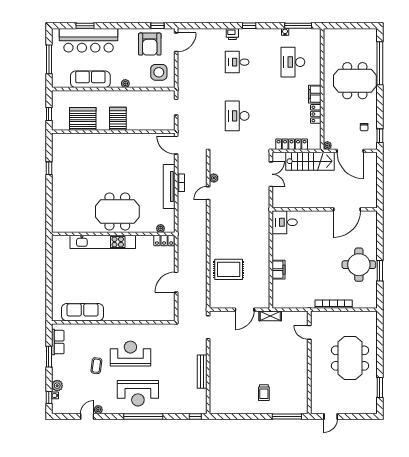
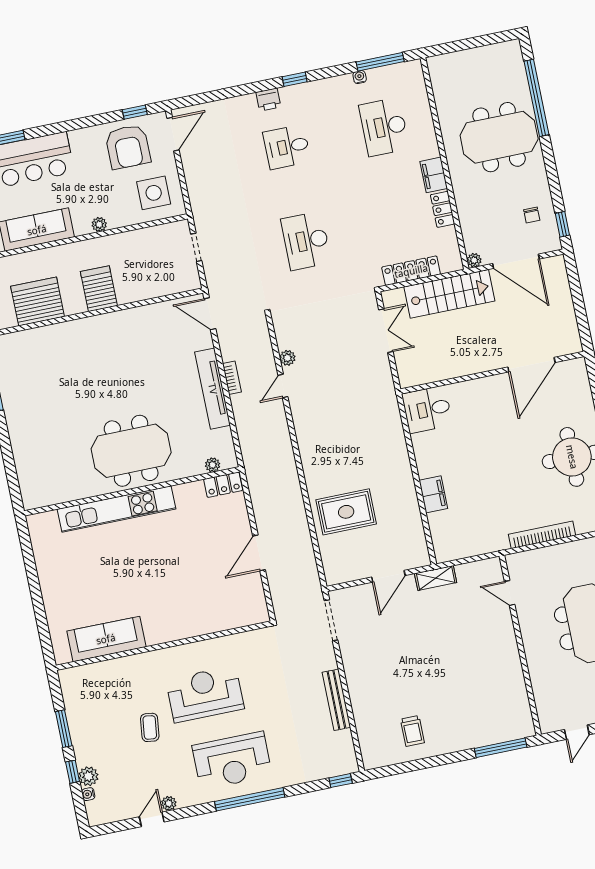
row of seats: (58, 342) -> (74, 700), removed
trolley: (264, 393) -> (412, 731), moved
window: (49, 397) -> (73, 772), moved

